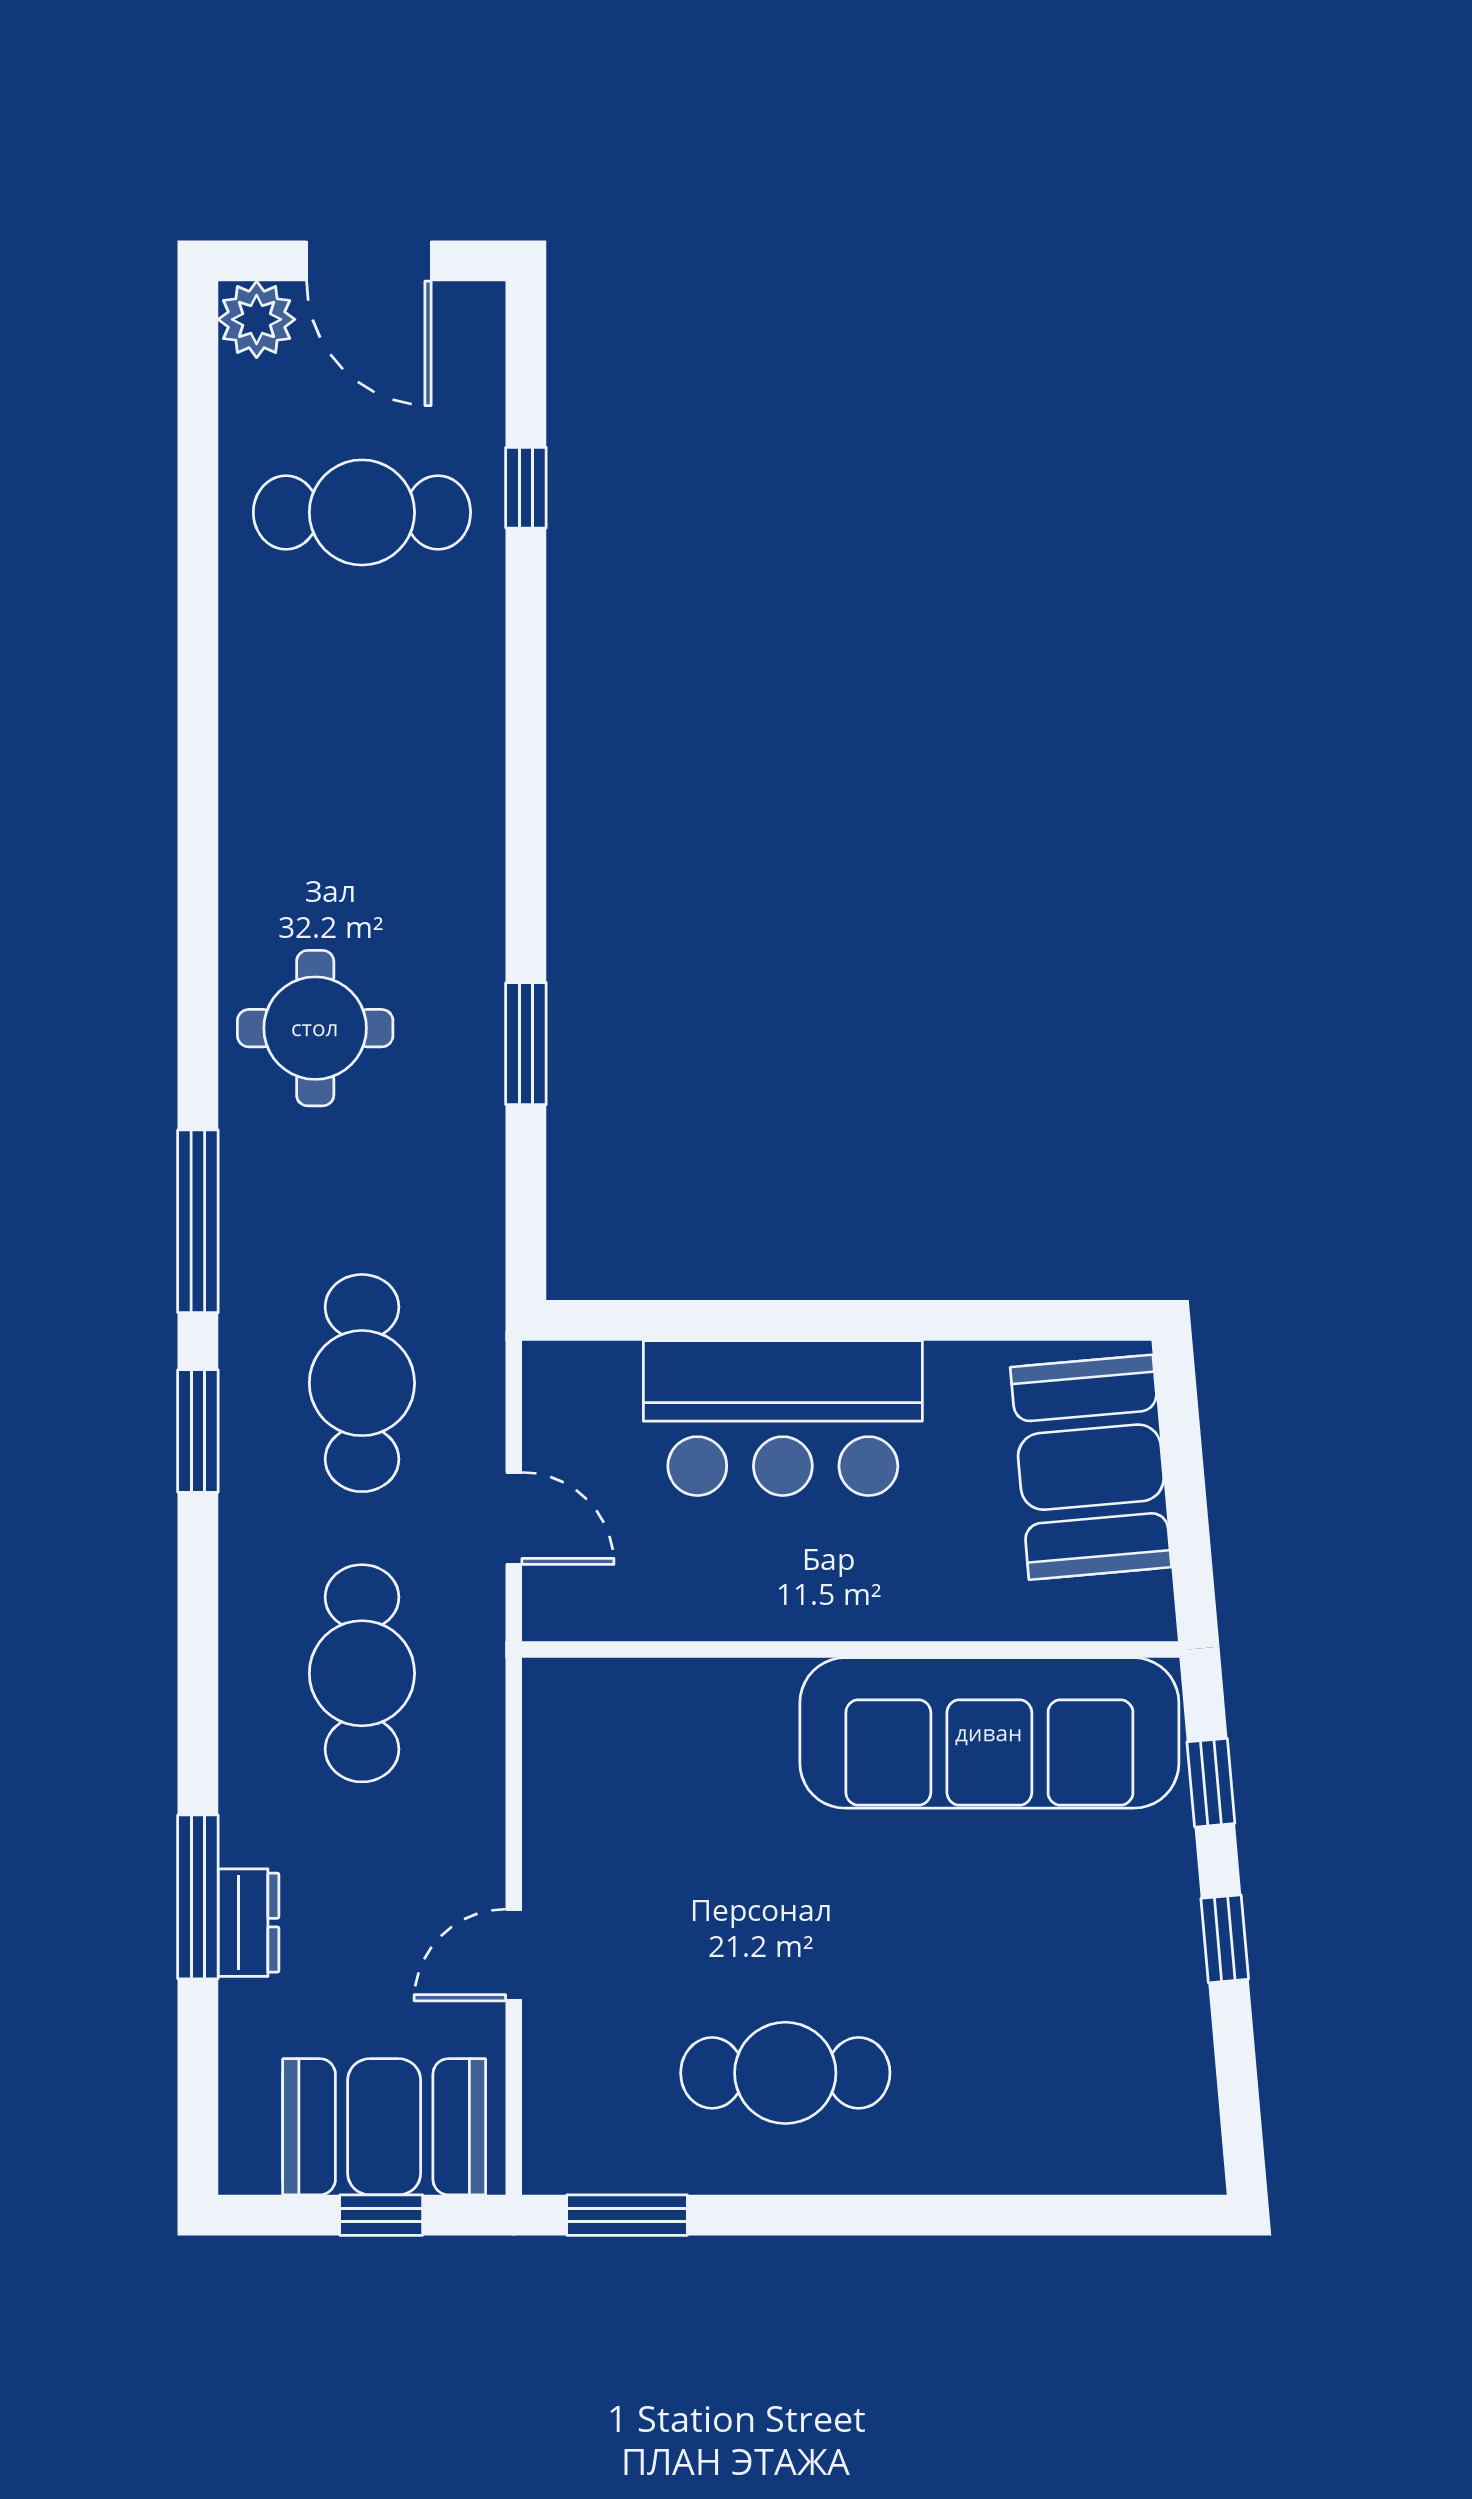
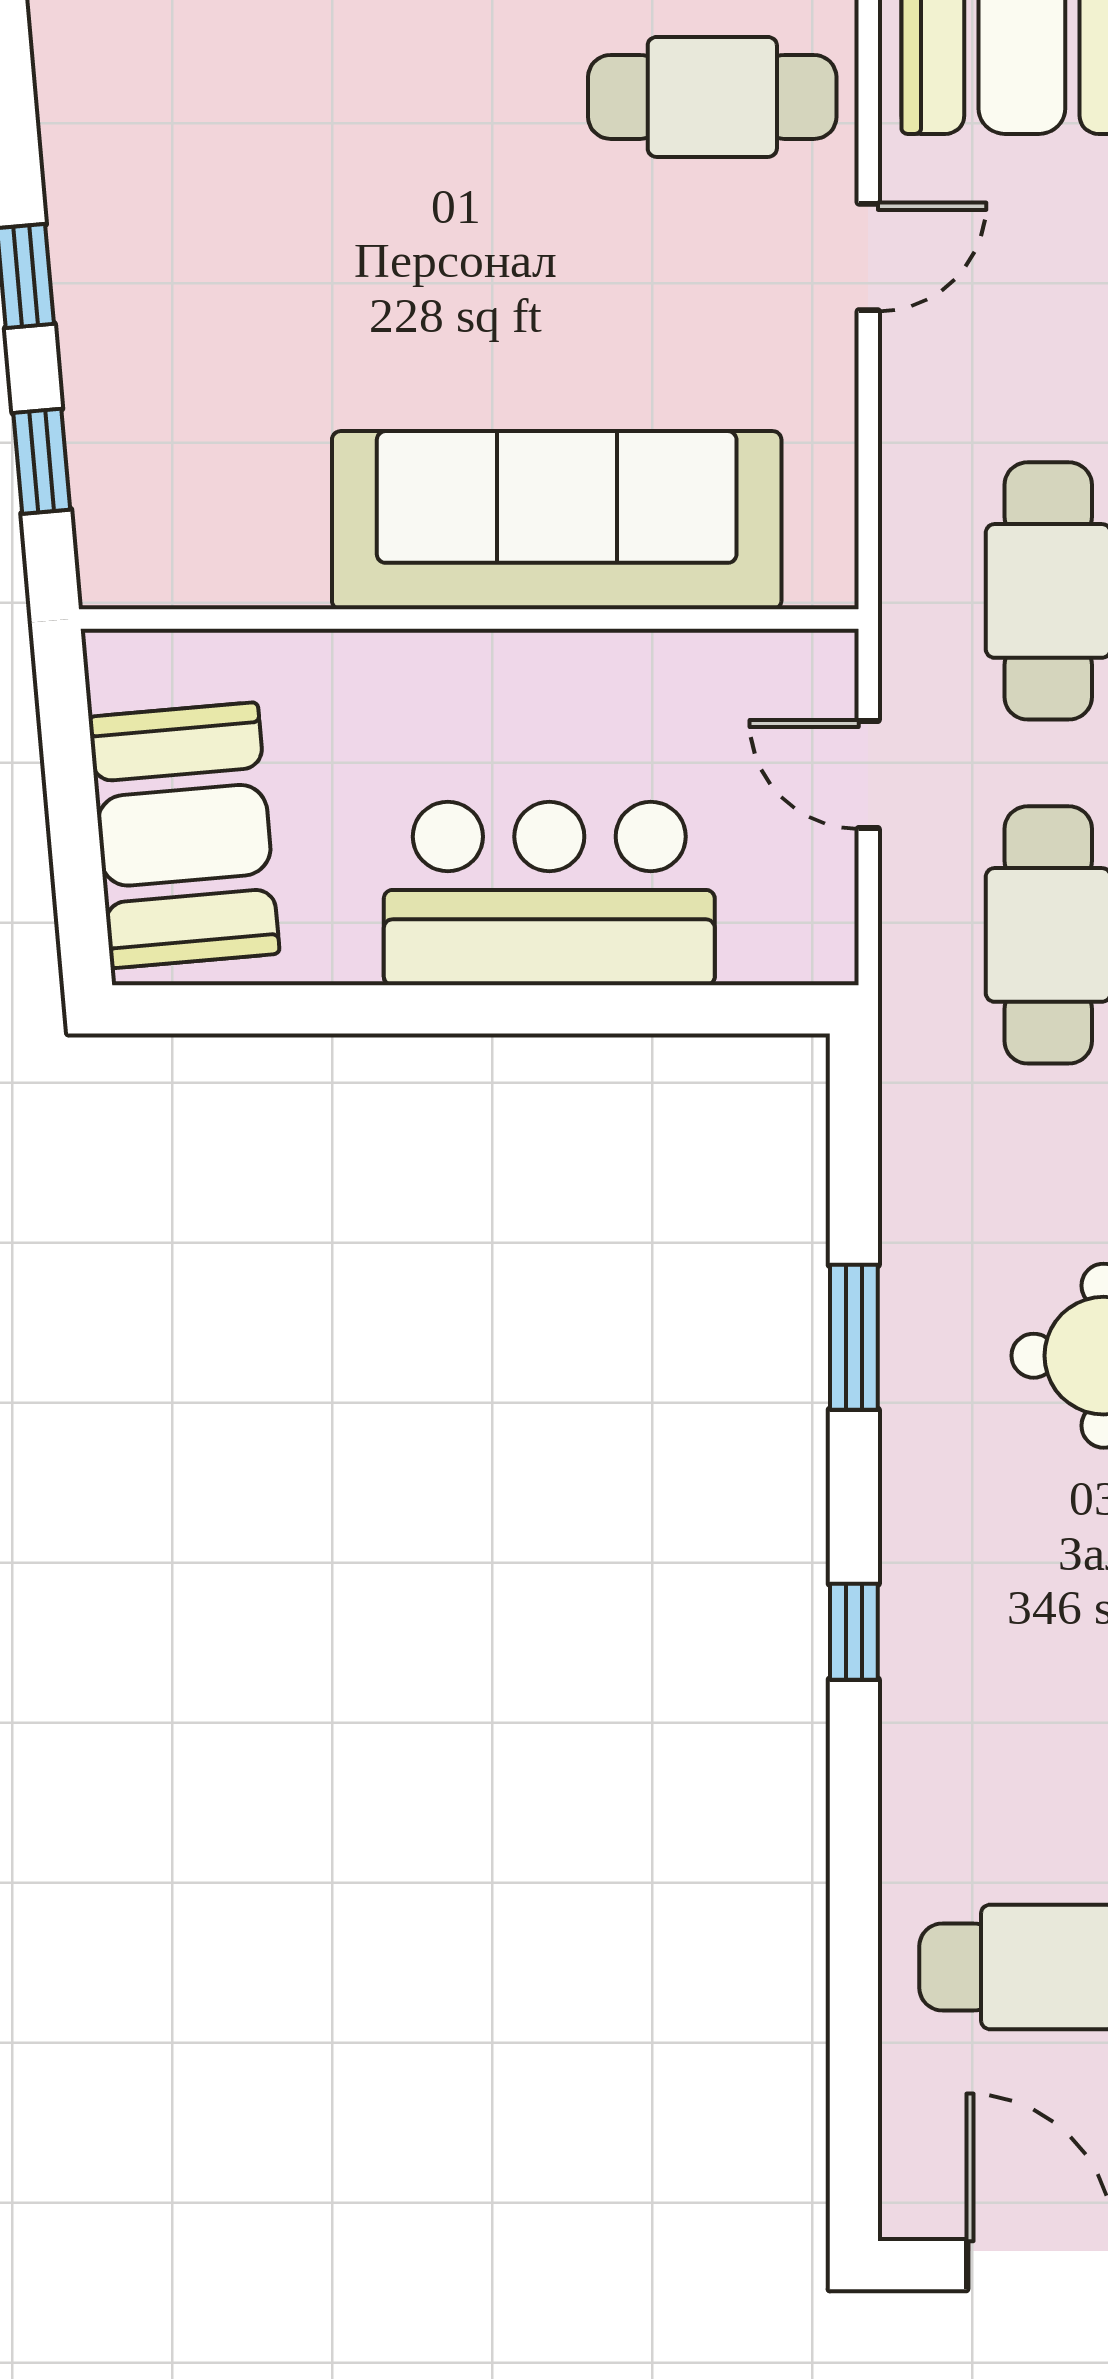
window: (526, 488) -> (854, 1632), moved
sofa: (989, 1733) -> (557, 520), moved
cafe table: (785, 2073) -> (712, 97), moved

